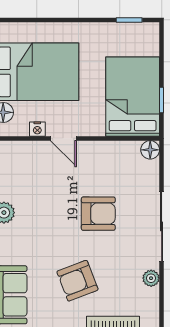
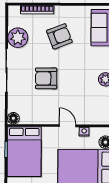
plant: (151, 278) -> (18, 38), width x1.88, depth x1.88

